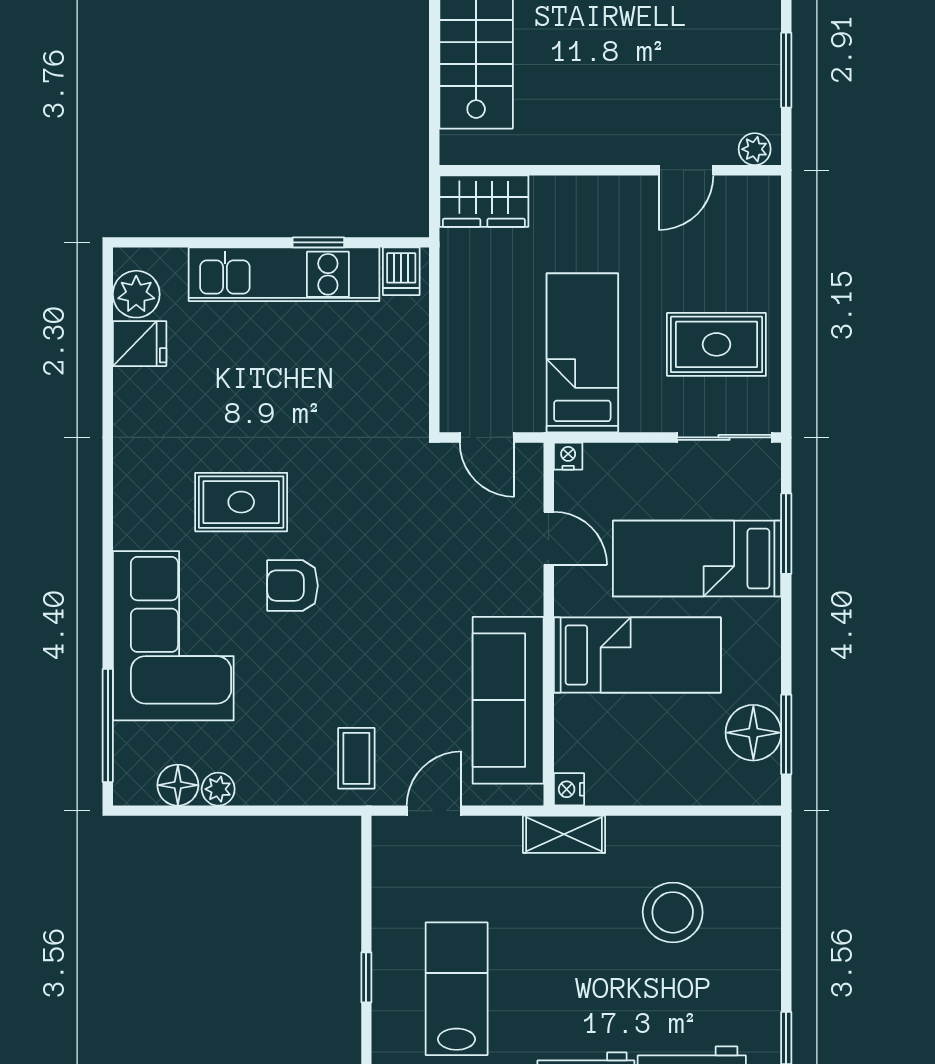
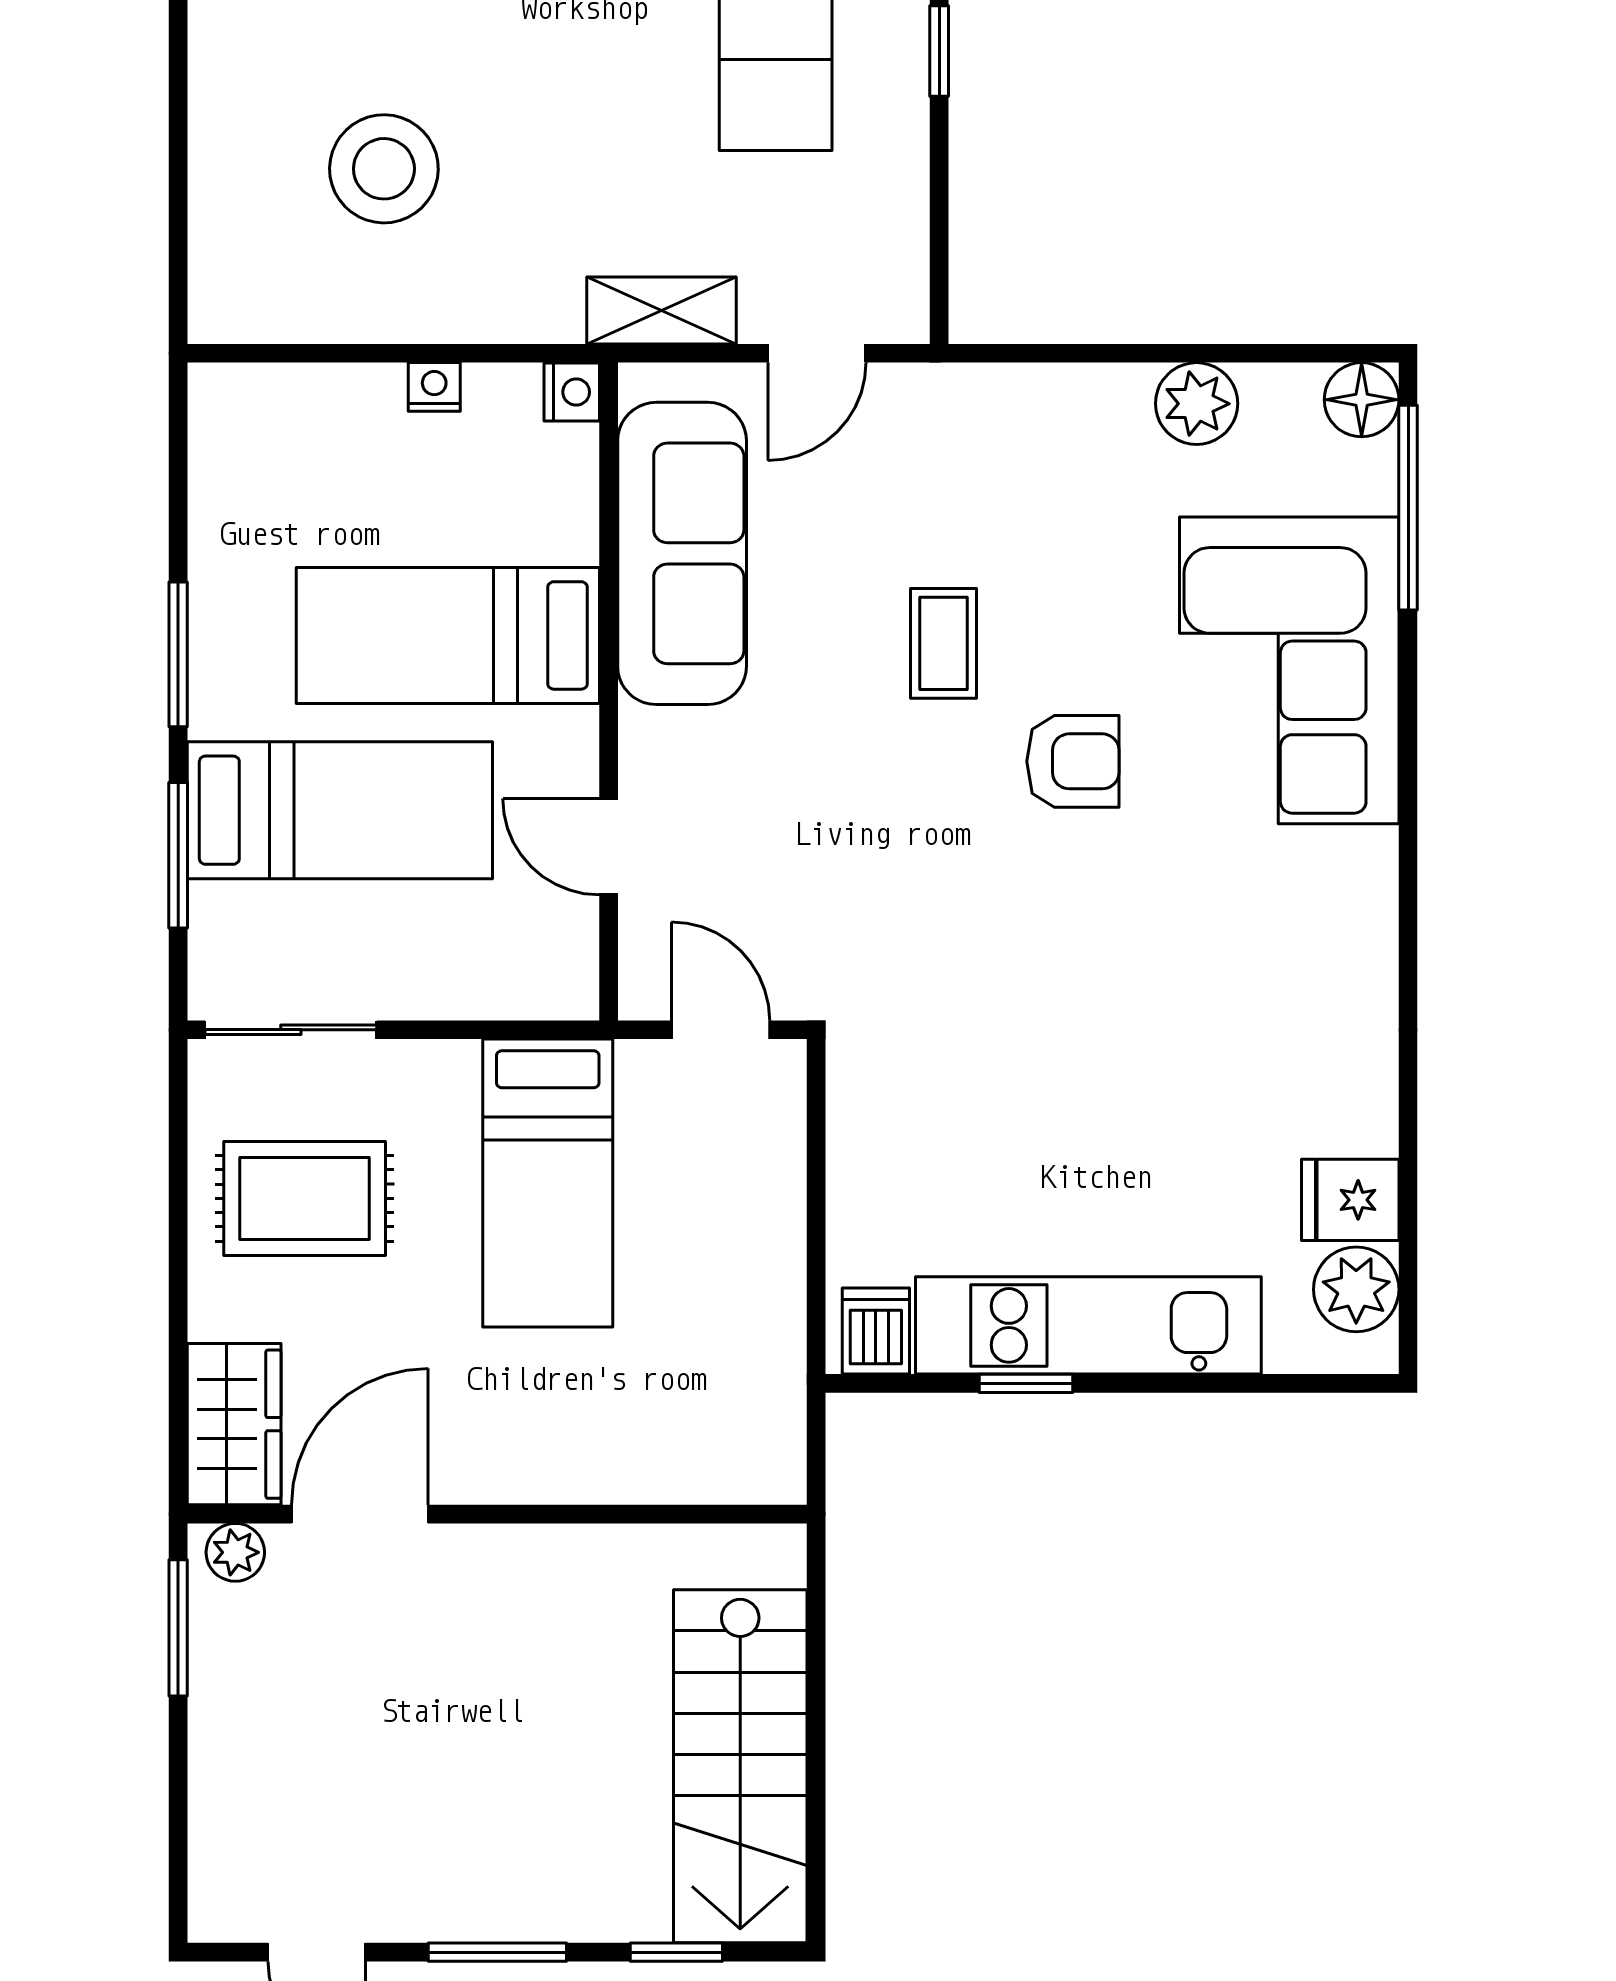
window: (786, 70) -> (178, 1628), moved
door: (686, 170) -> (360, 1514), width x1.38
wardrobe: (484, 201) -> (234, 1424), moved, turned 90
nightstand: (568, 456) -> (434, 387), moved, turned 180
rug: (241, 502) -> (1166, 913), removed
floor lamp: (753, 733) -> (238, 495), removed
window: (786, 735) -> (178, 654), moved
coffee table: (356, 758) -> (944, 643), moved
floor lamp: (178, 785) -> (1362, 400), moved
plant: (218, 789) -> (1197, 404), width x1.38, depth x1.38
shelving: (564, 834) -> (661, 310), moved

